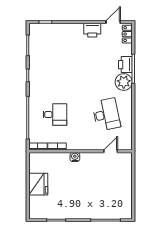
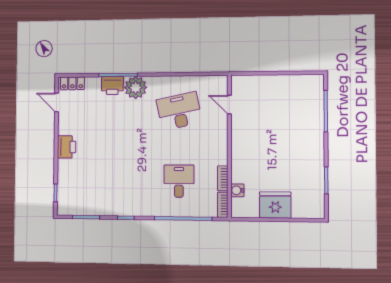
printer: (92, 30) -> (67, 147), moved
water cooler: (75, 157) -> (237, 190), moved

